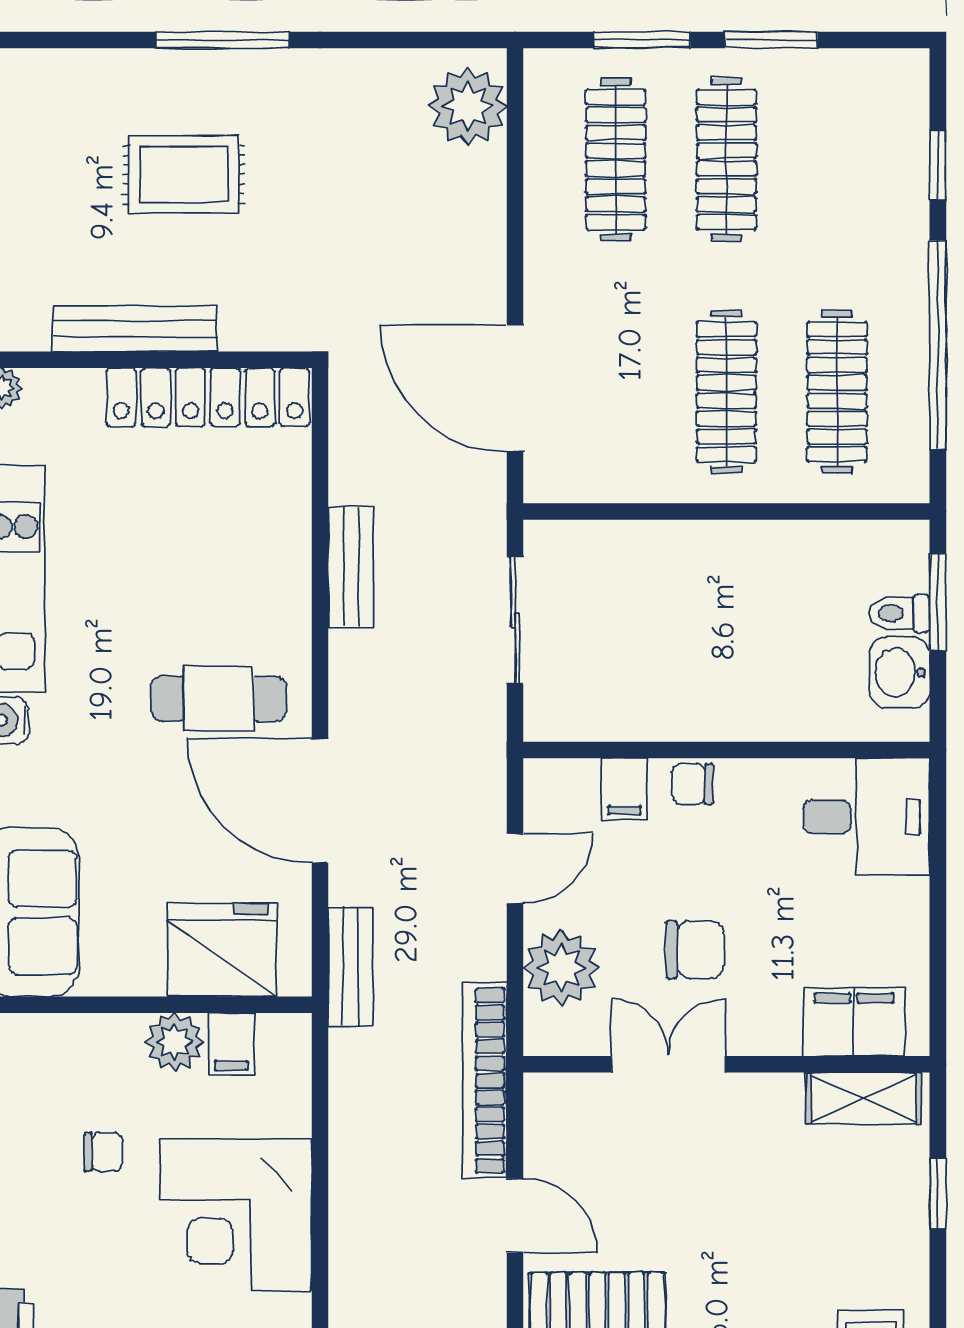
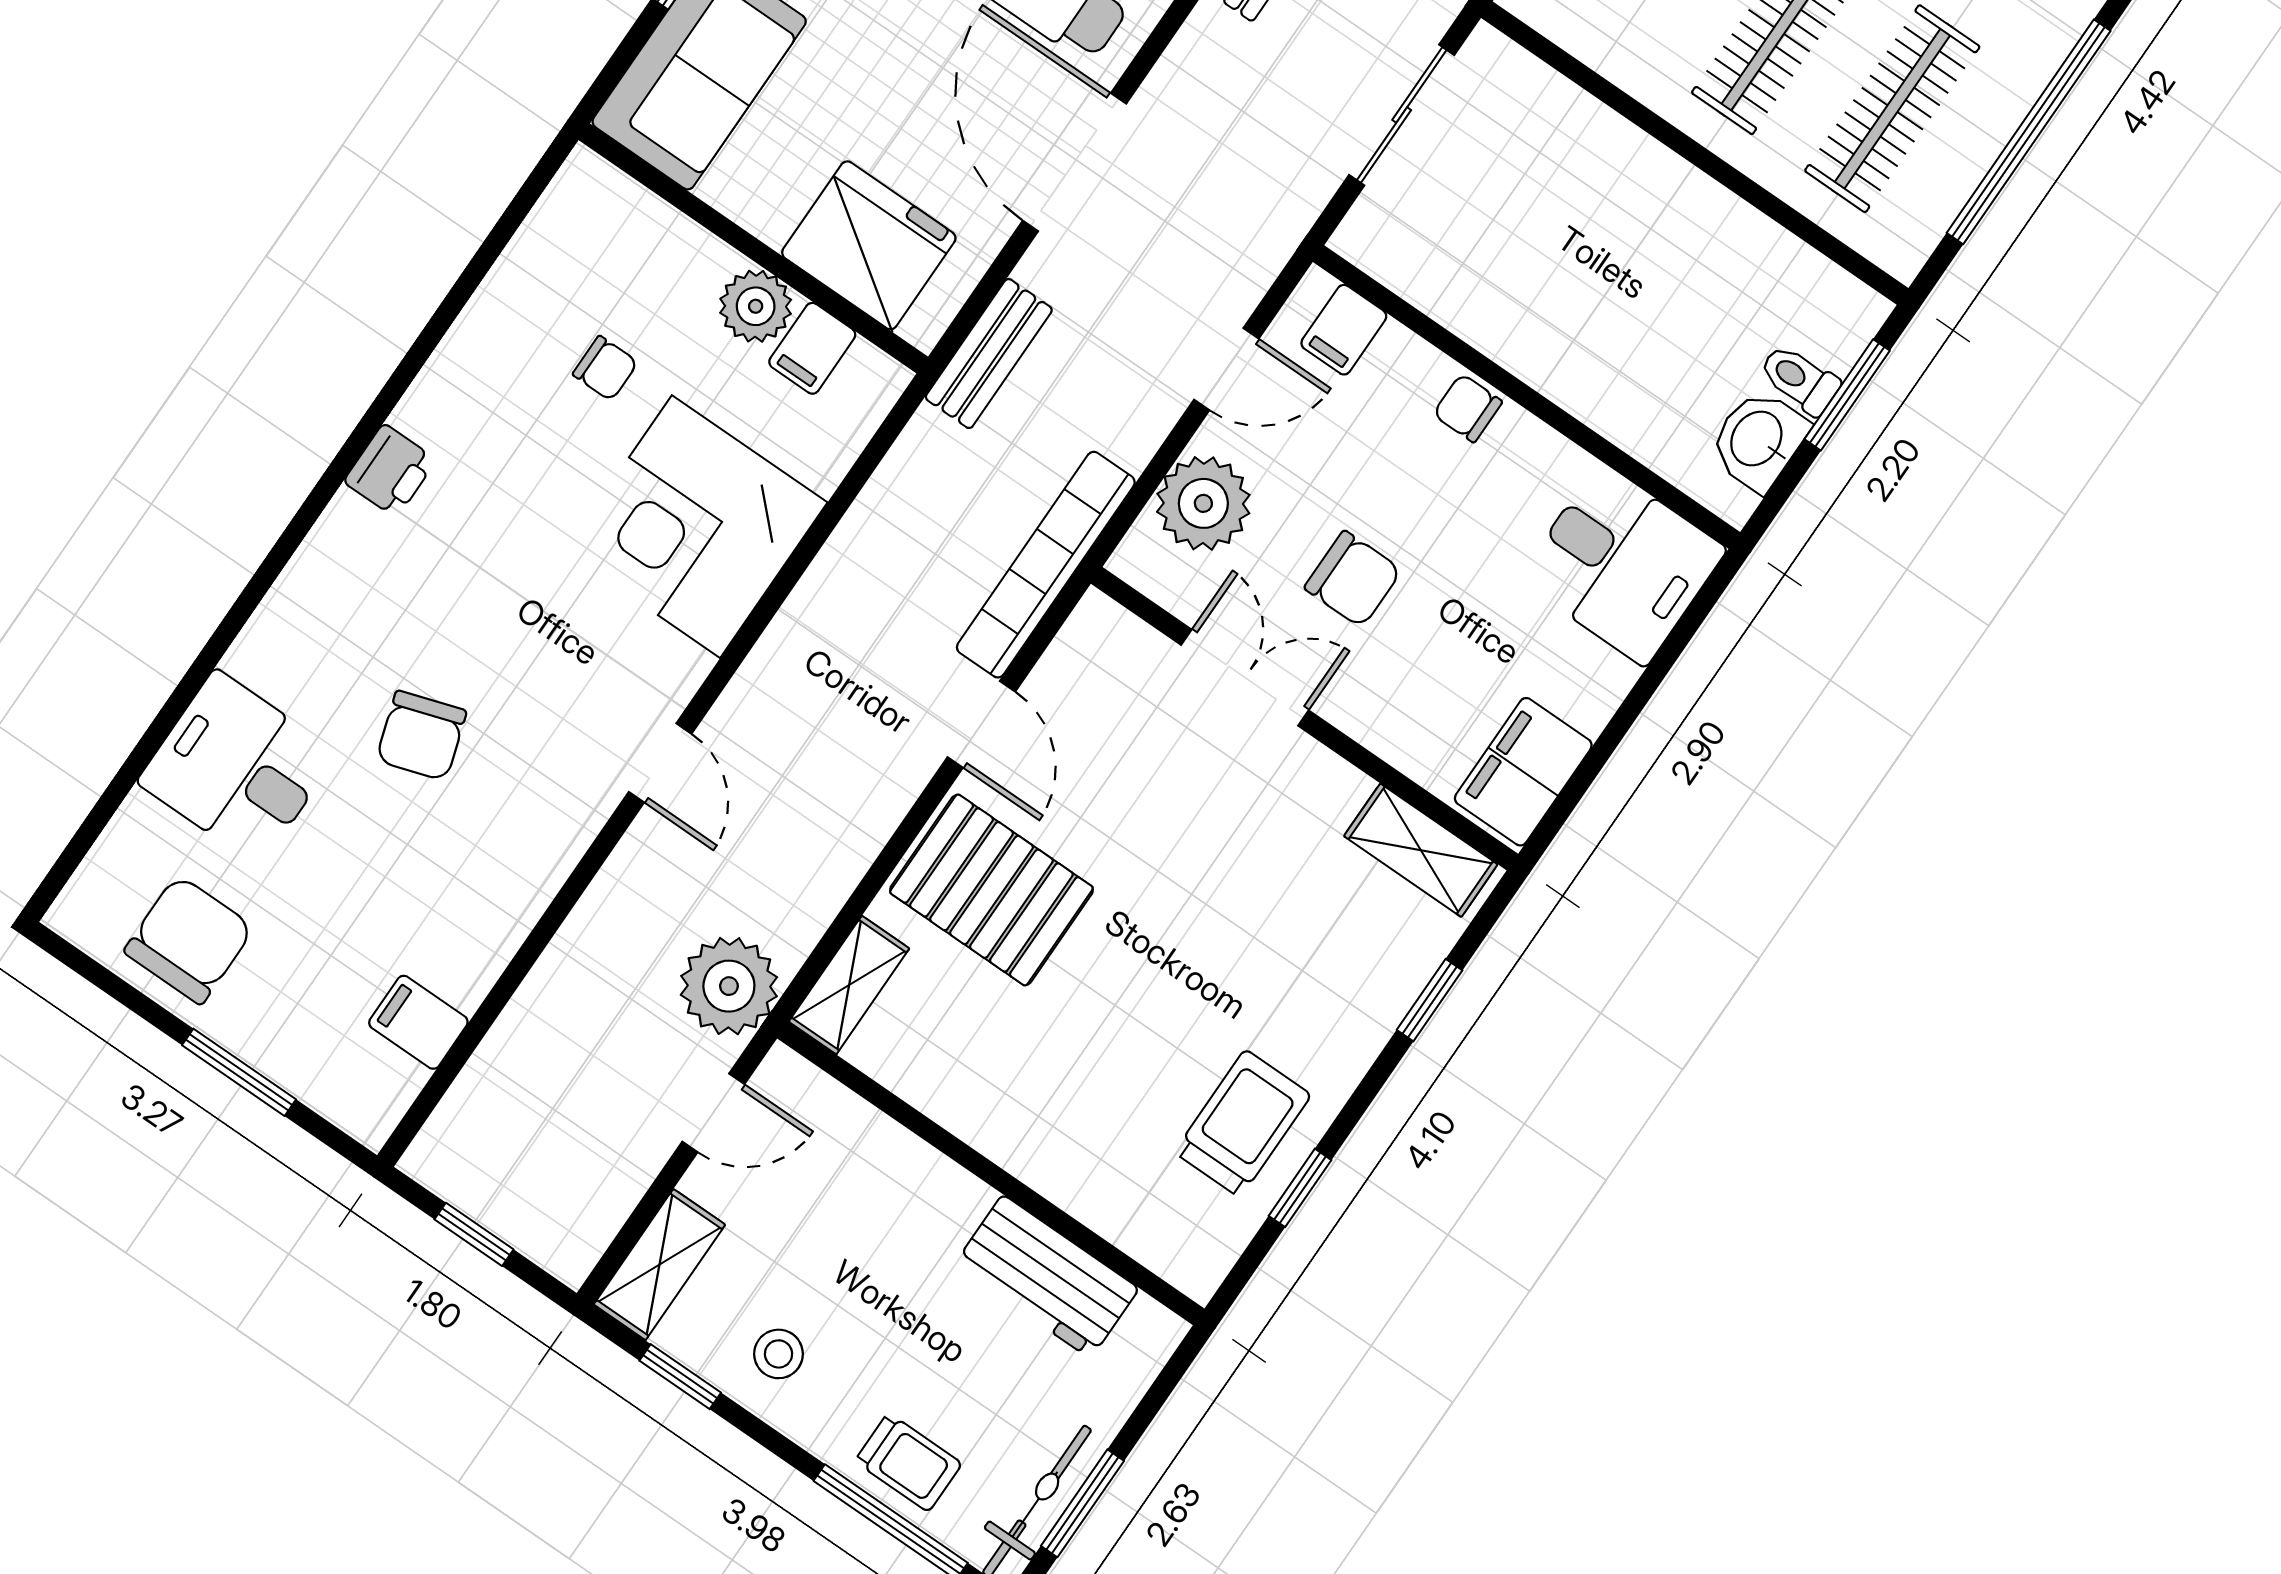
filing cabinet: (625, 789) -> (1344, 330), moved
filing cabinet: (854, 1022) -> (1523, 772), moved, turned -90

